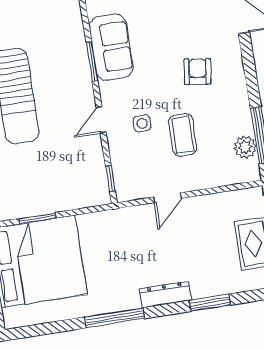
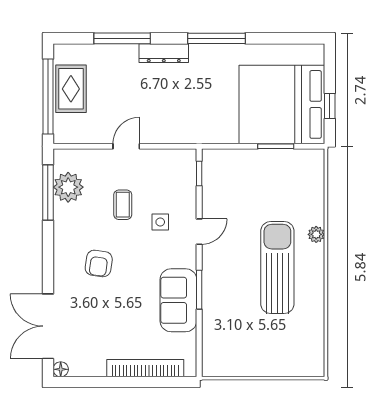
coffee table: (183, 135) -> (123, 205), width x0.73, depth x0.77
plant: (245, 147) -> (68, 187), width x1.36, depth x1.36
door: (167, 198) -> (126, 146), moved
window: (210, 303) -> (122, 38), width x1.44

